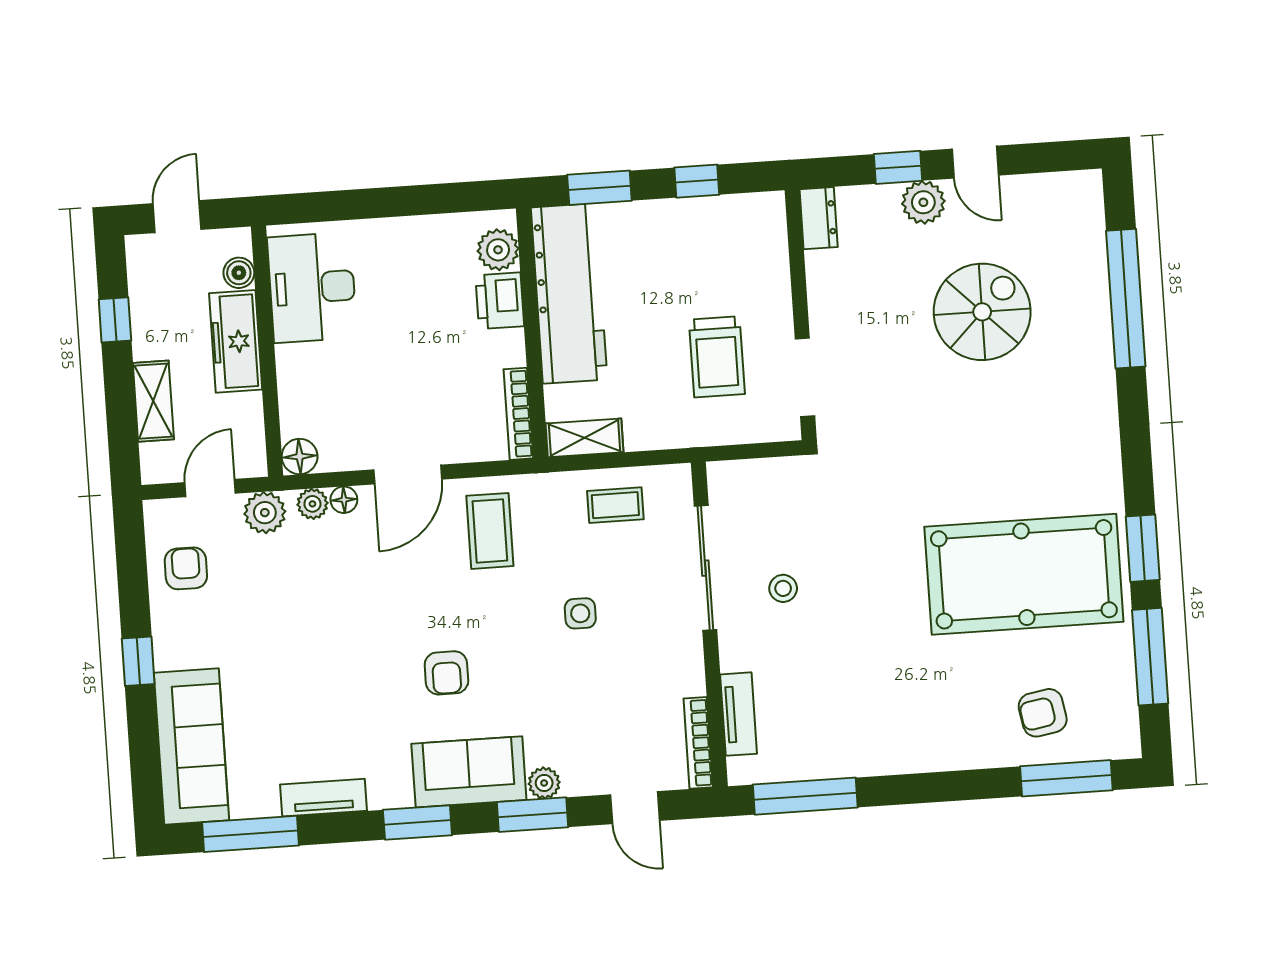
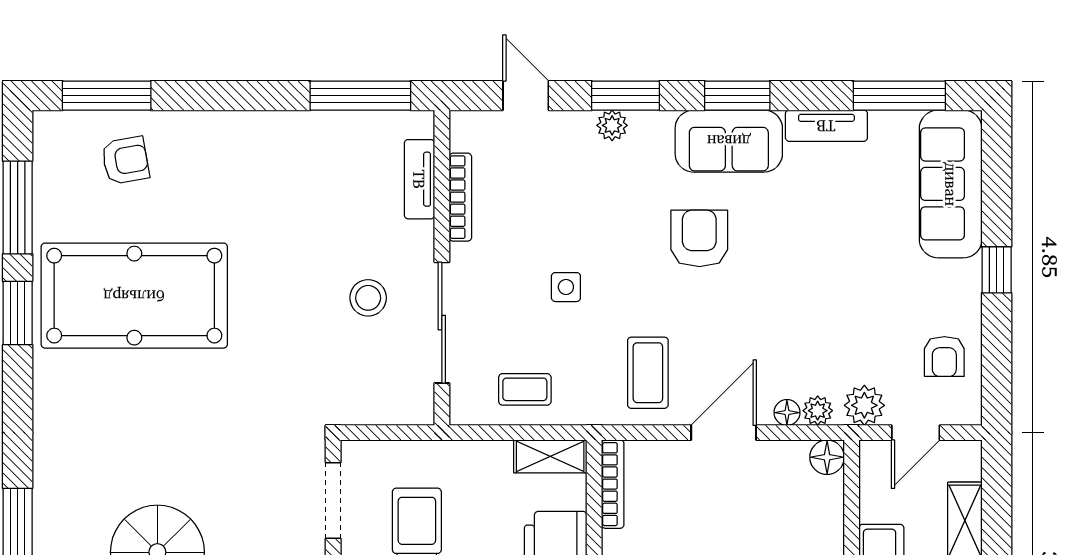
stool: (783, 588) -> (368, 298), width x1.37, depth x1.37
armchair: (446, 673) -> (699, 238), width x1.38, depth x1.38
bookcase: (698, 743) -> (460, 197), moved
sofa: (469, 772) -> (729, 141), moved

